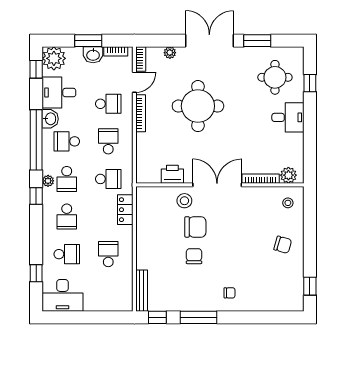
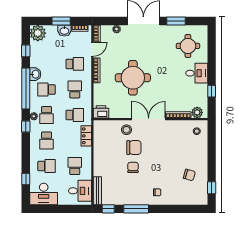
window: (36, 69) -> (26, 51), moved
window: (310, 83) -> (212, 91), moved
desk: (59, 93) -> (80, 191), moved, turned 180
round table: (198, 106) -> (133, 78), moved
printer: (172, 174) -> (101, 112), moved
chair: (283, 245) -> (189, 175), moved

